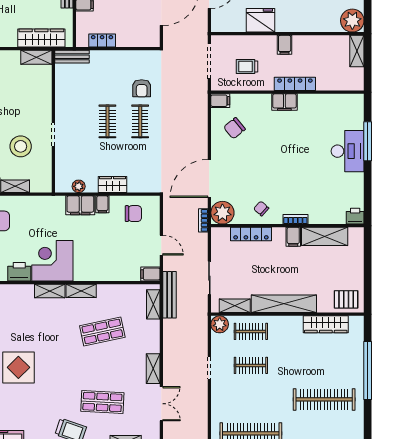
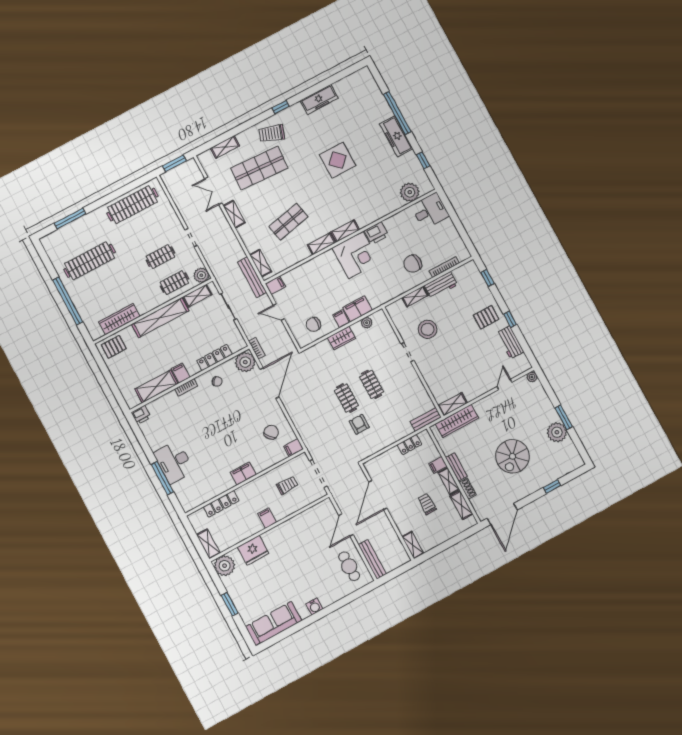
fridge: (260, 20) -> (253, 550), moved
locker: (295, 84) -> (221, 504), moved
shop shelf: (102, 402) -> (259, 168), width x1.43, depth x1.36

